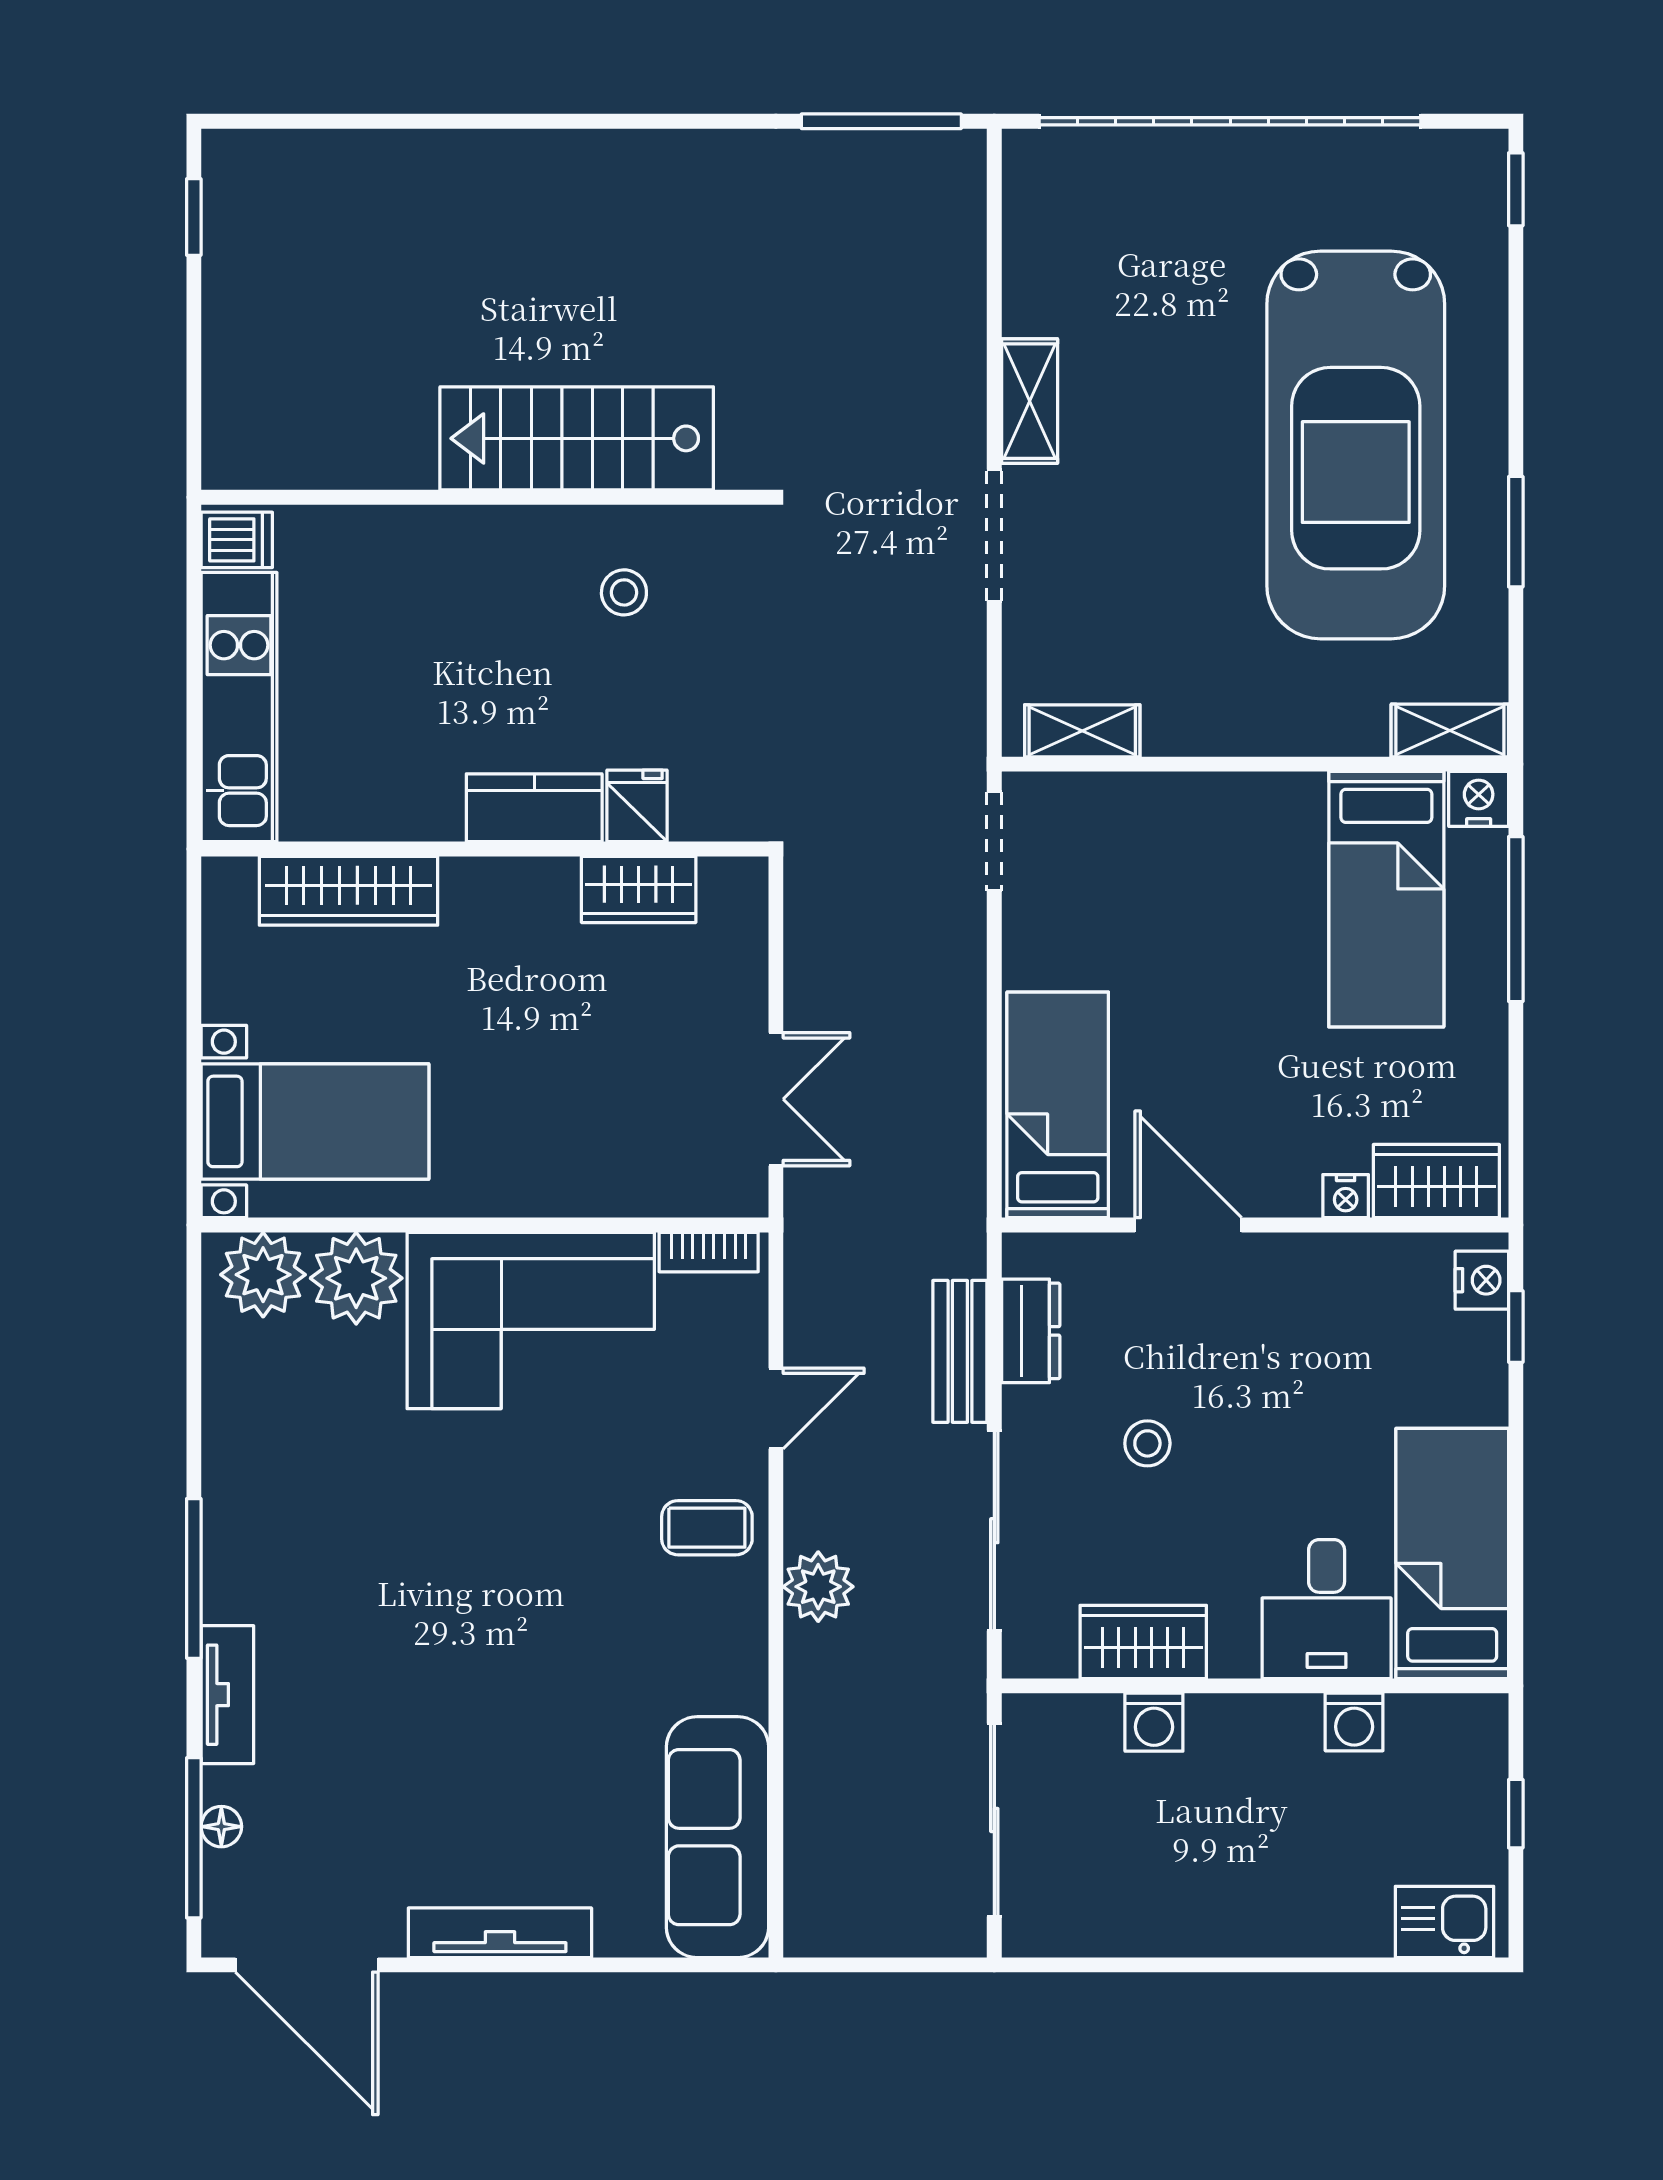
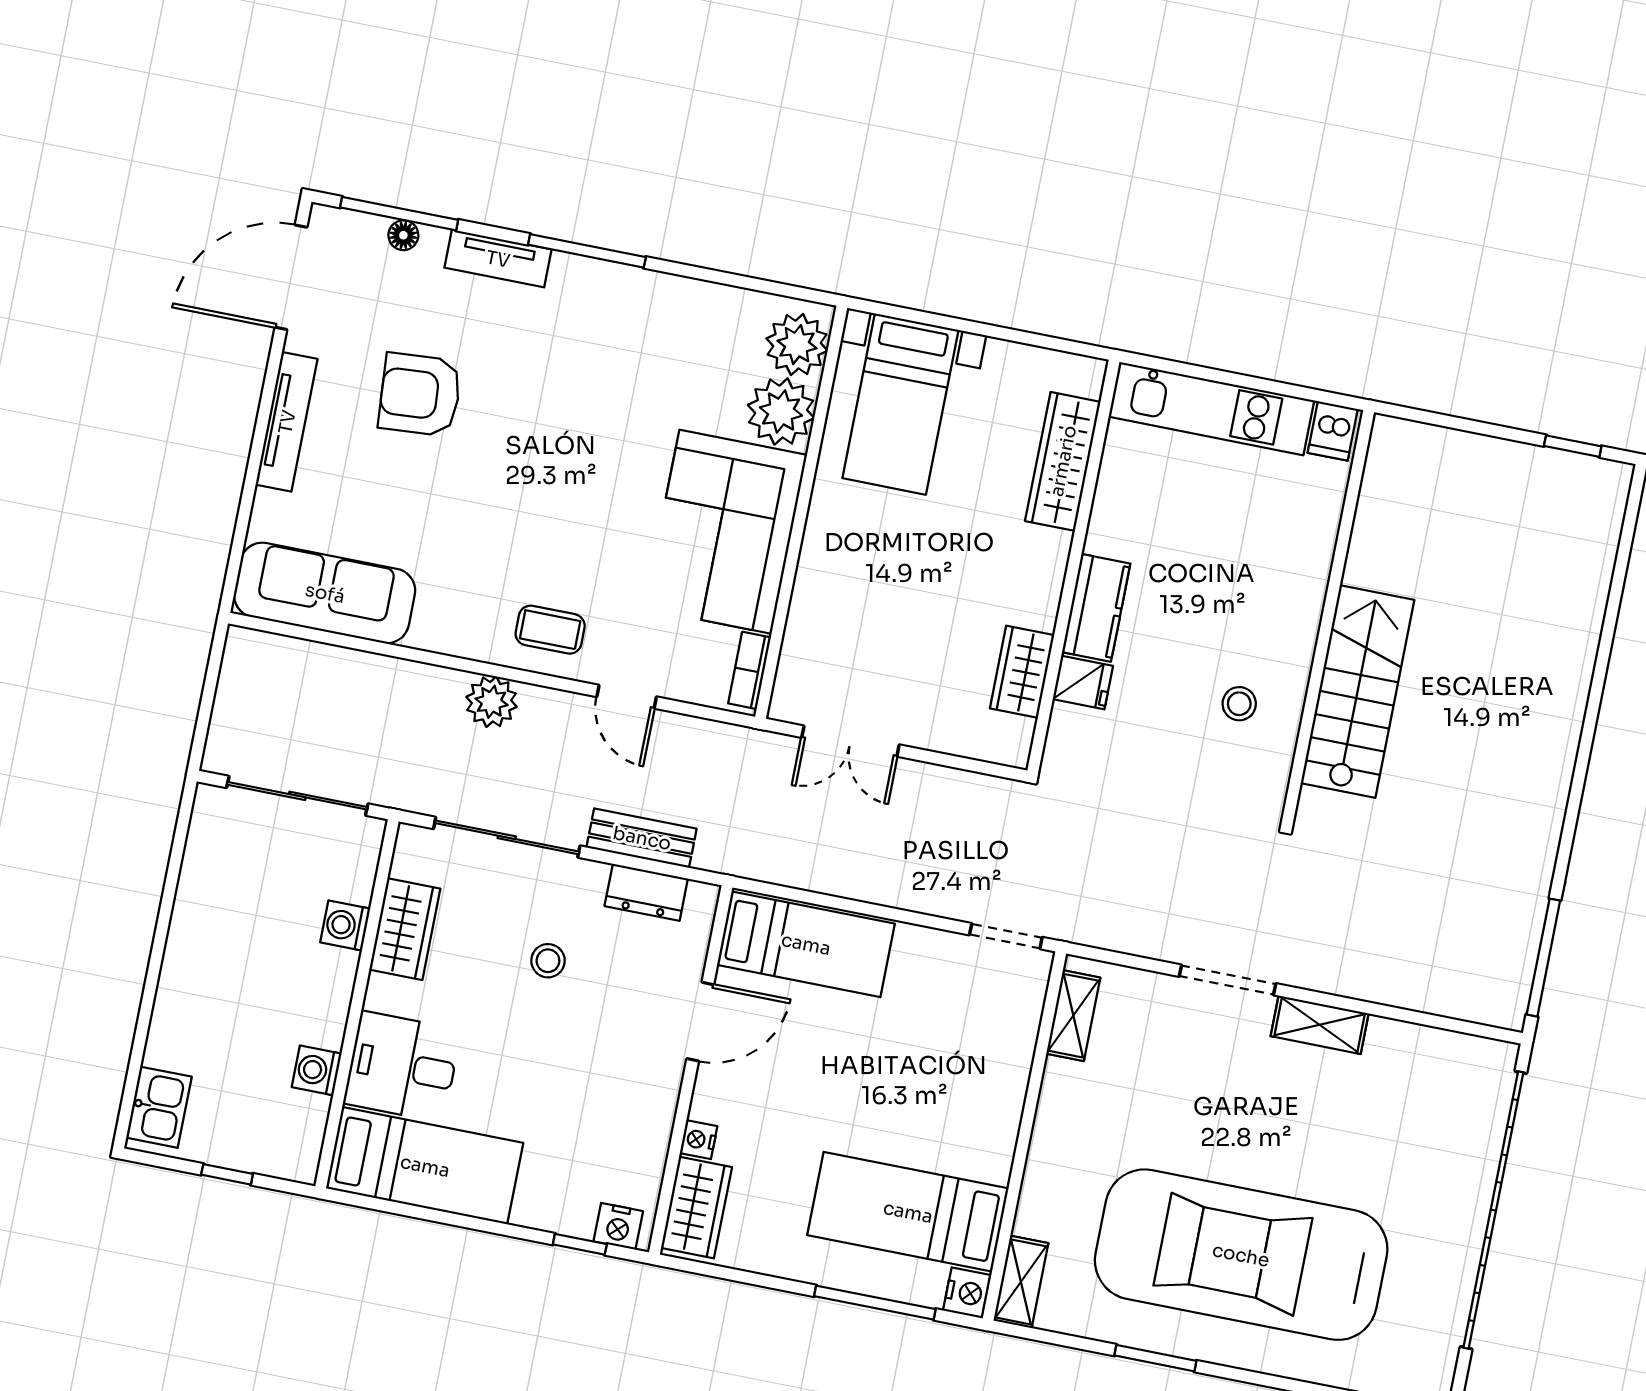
coffee table: (707, 1528) -> (550, 630), turned 90
armchair: (429, 1763) -> (420, 394), added

